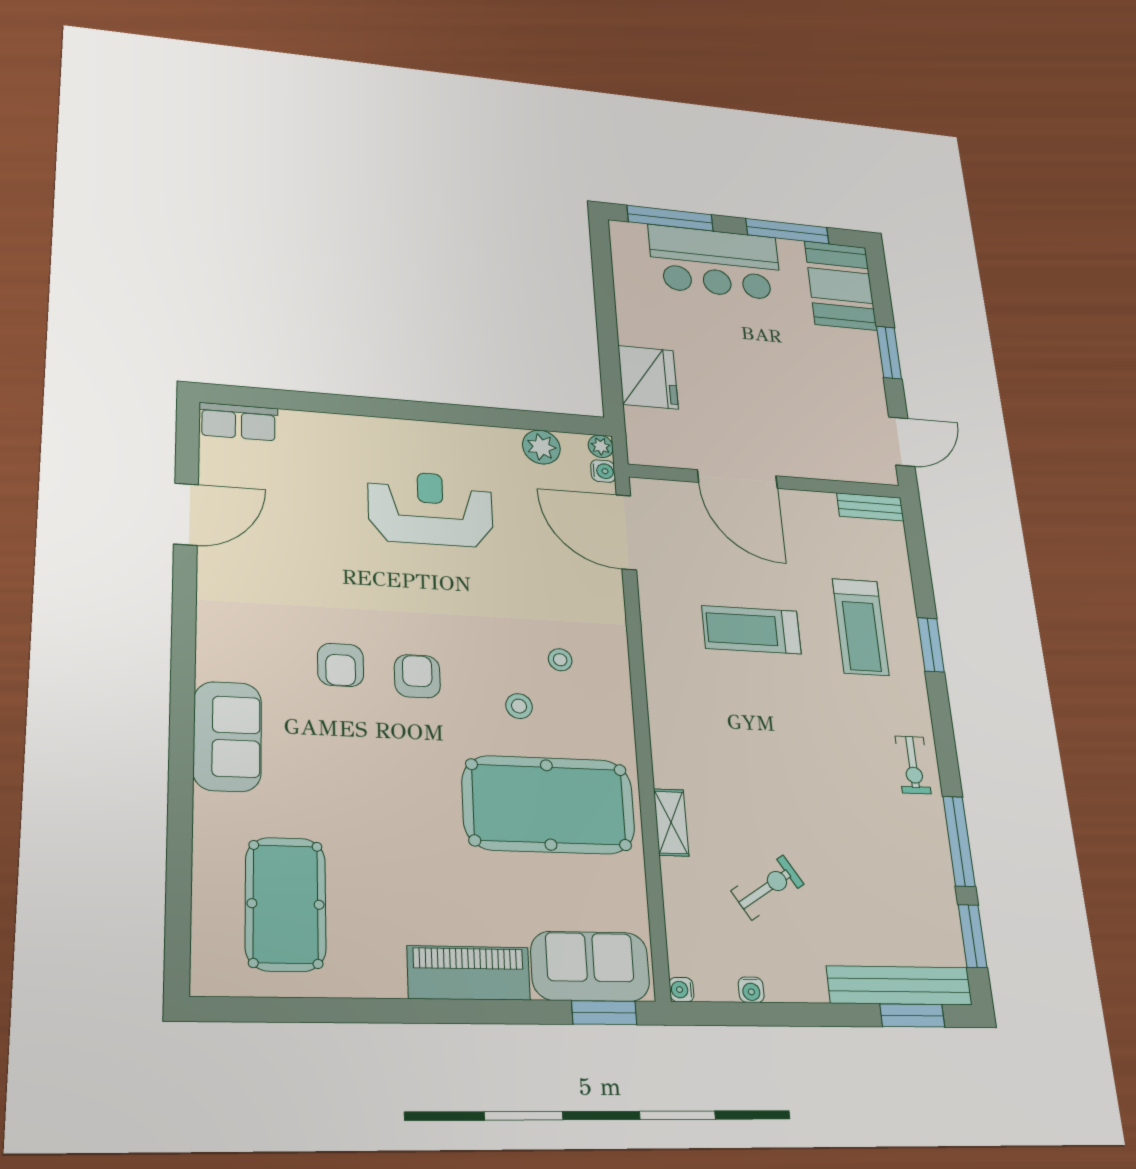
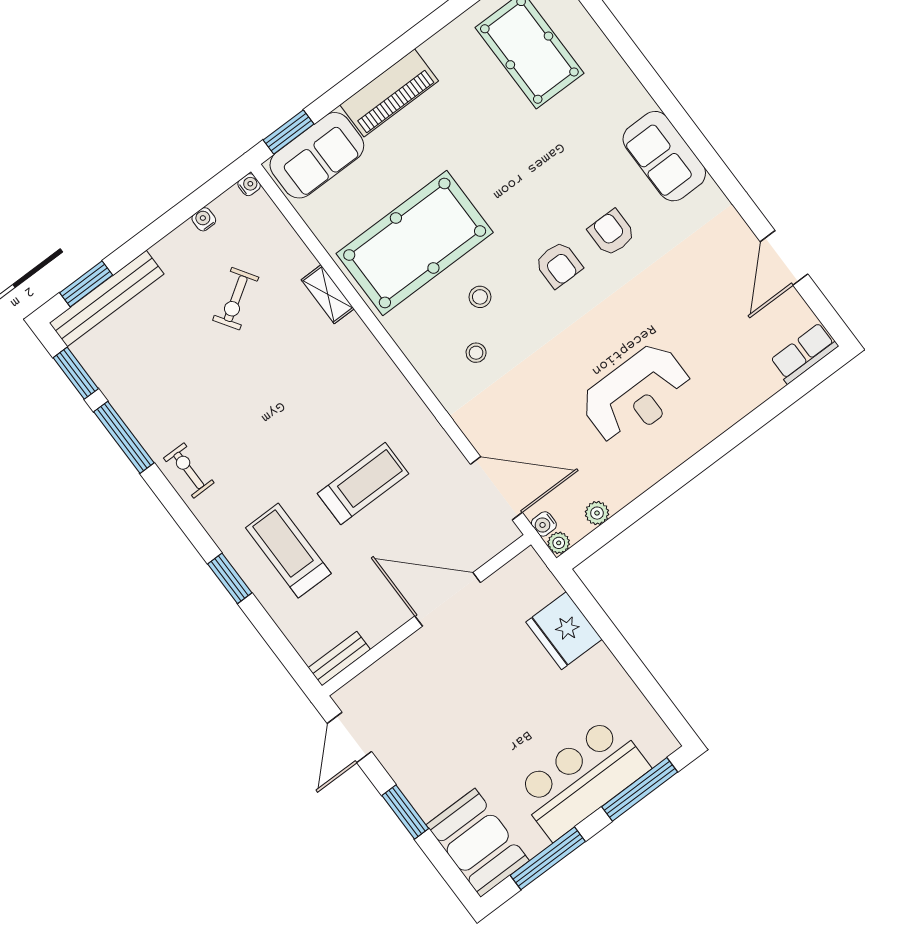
plant: (541, 447) -> (597, 513), width x0.73, depth x0.73
sofa: (227, 736) -> (664, 156), moved

